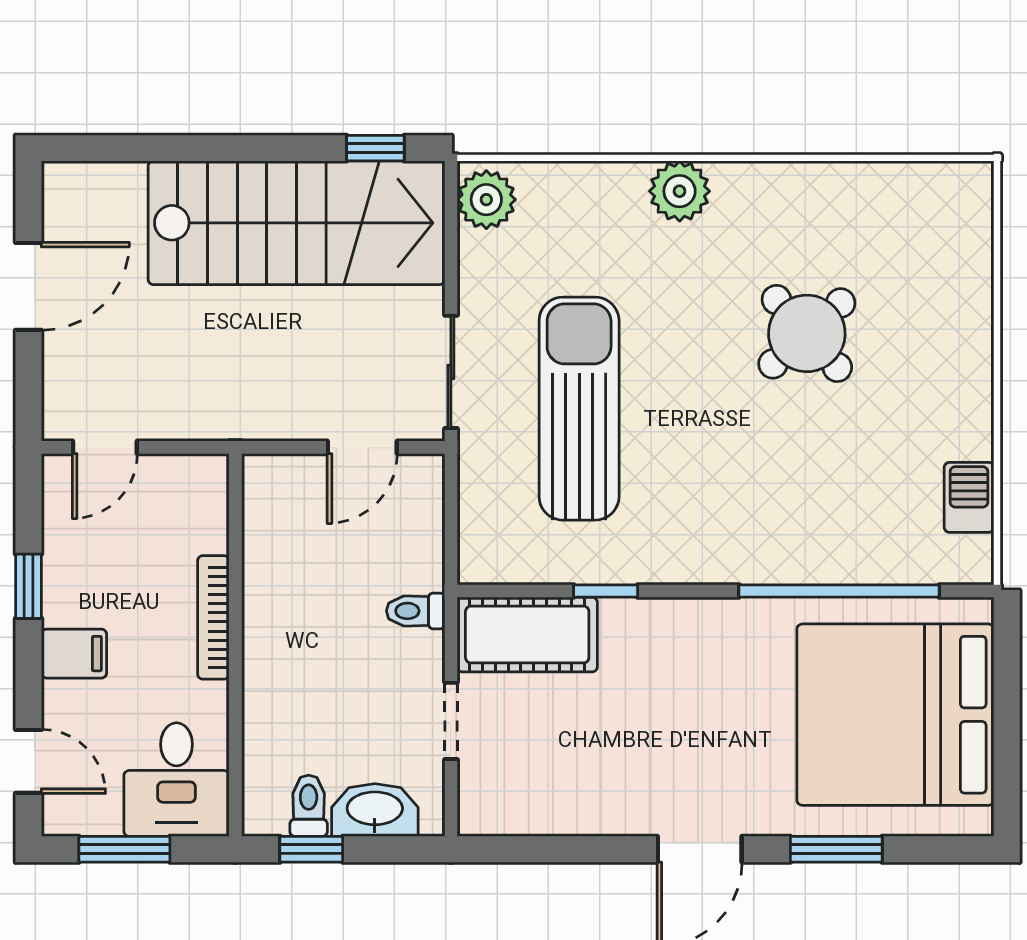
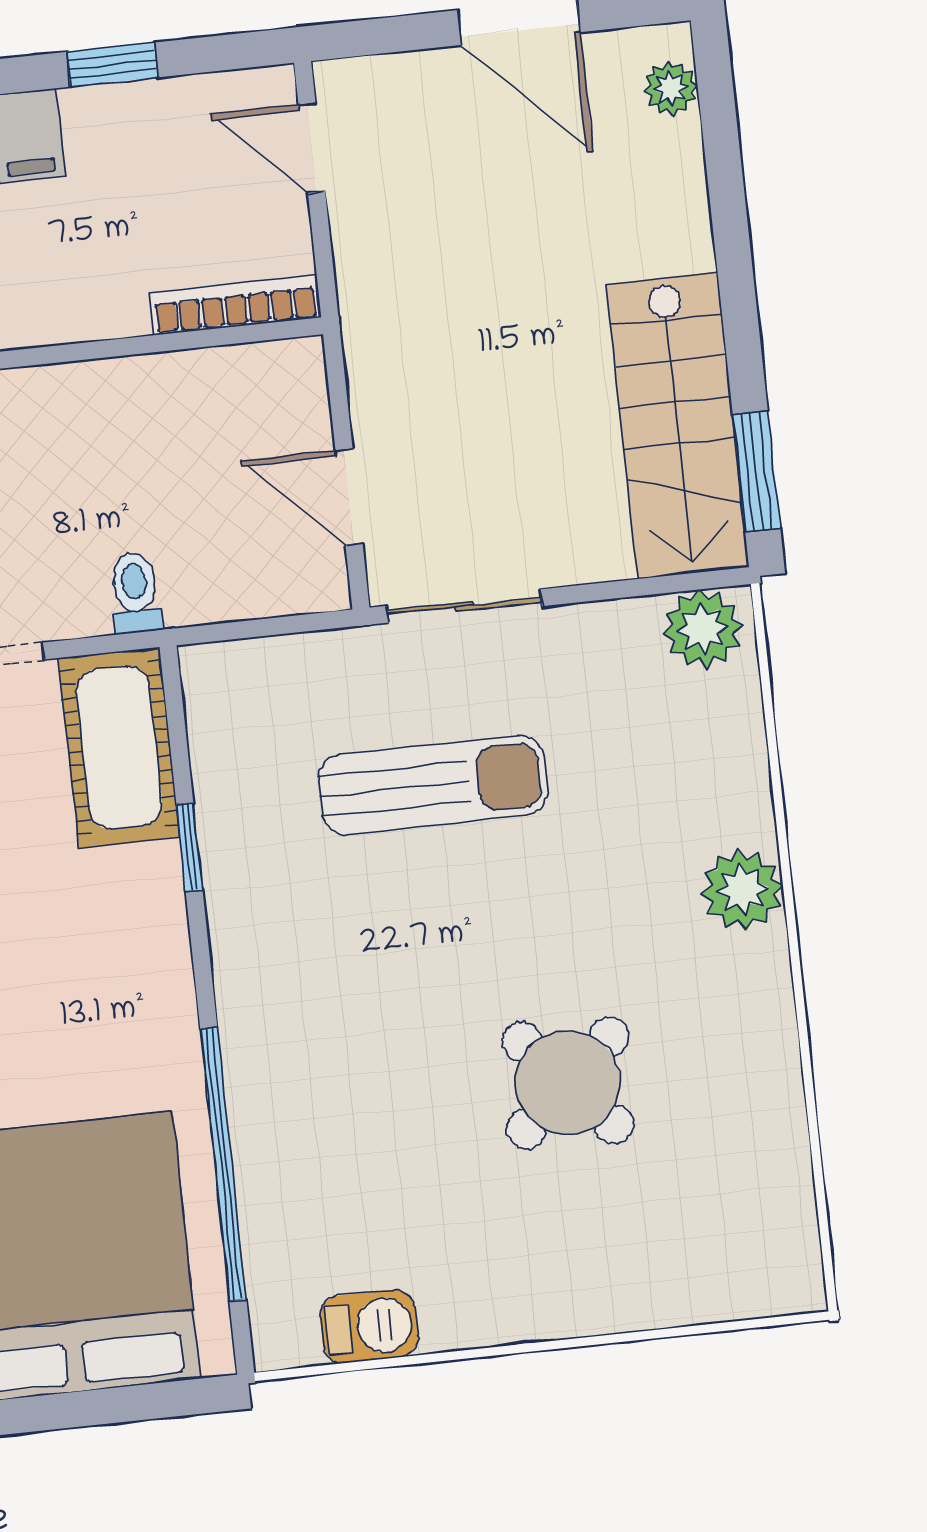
window: (375, 148) -> (756, 471), width x1.50
plant: (89, 181) -> (671, 88), added
stairs: (296, 223) -> (678, 426), width x0.73, depth x0.66
sun lounger: (579, 409) -> (433, 785), width x0.73, depth x0.75
bookcase: (213, 617) -> (235, 305), moved

